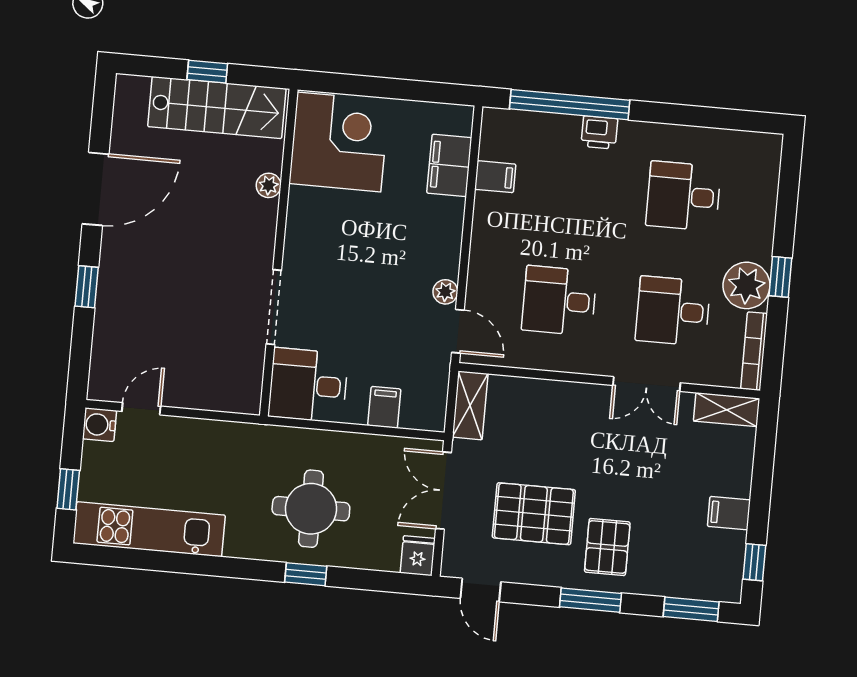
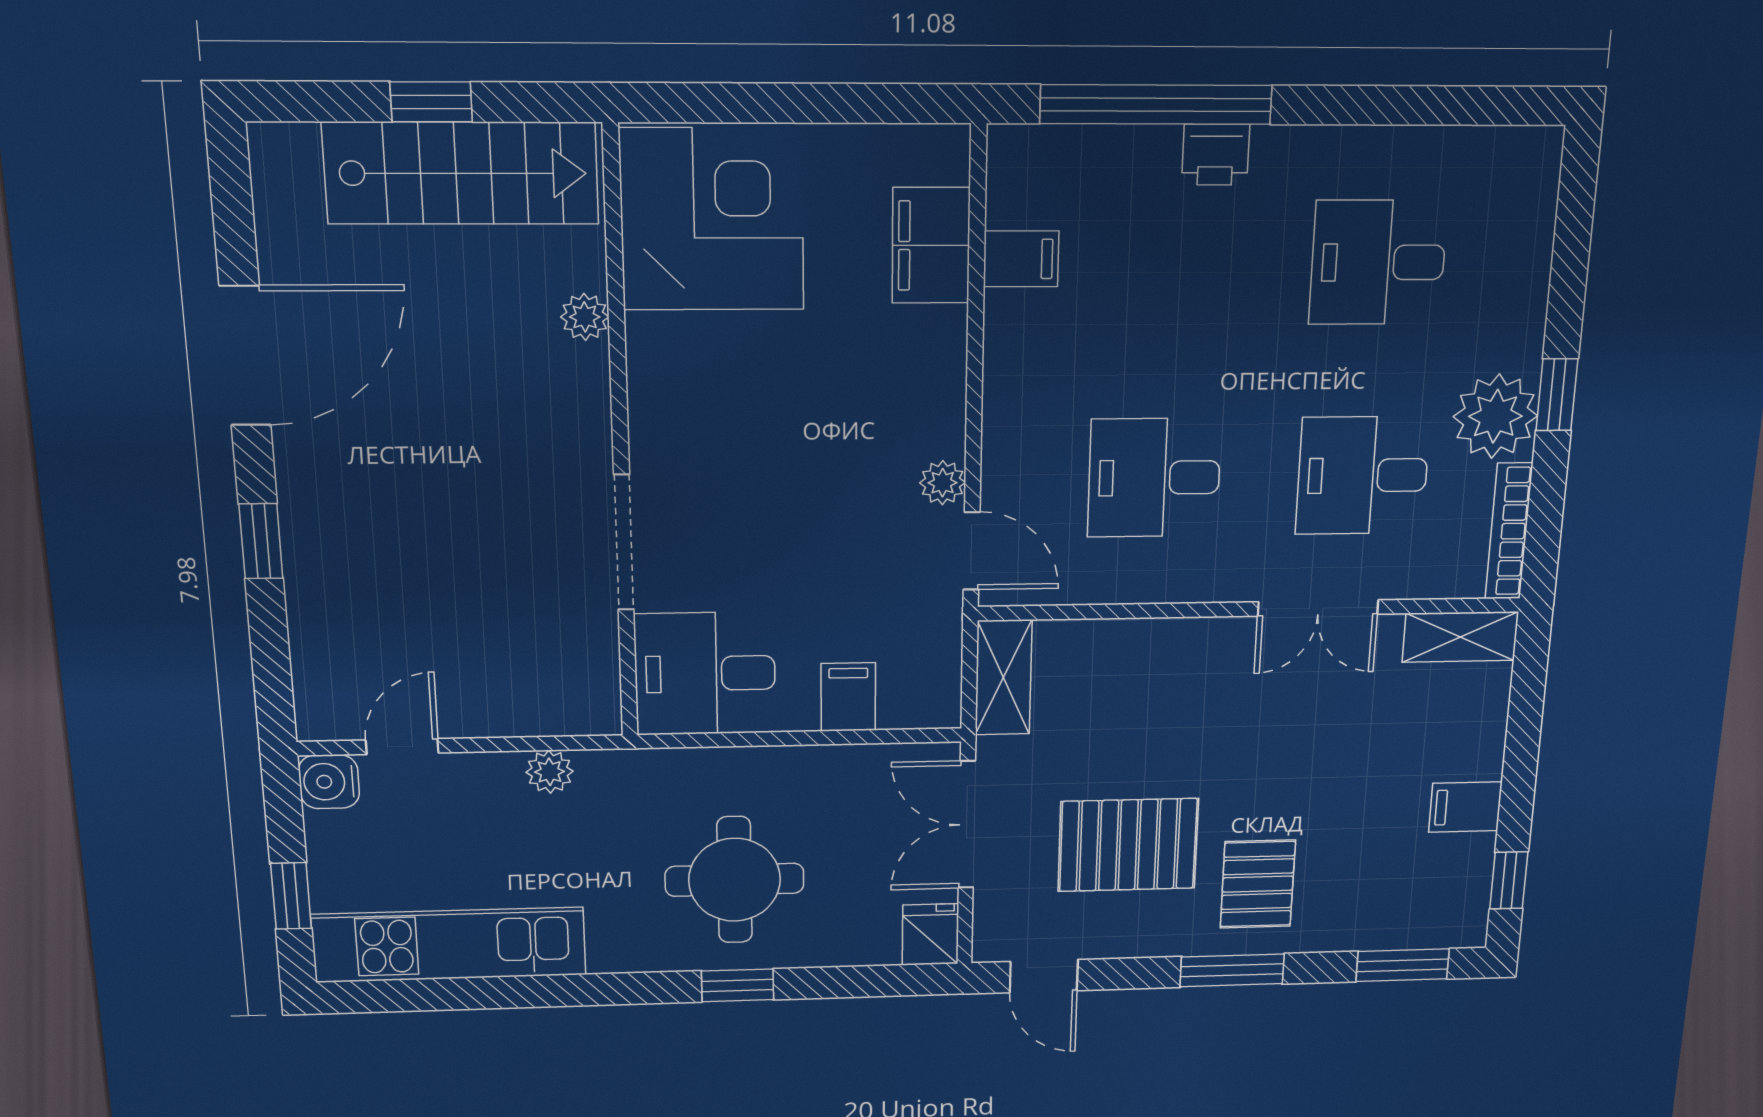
plant: (218, 432) -> (550, 772), added

